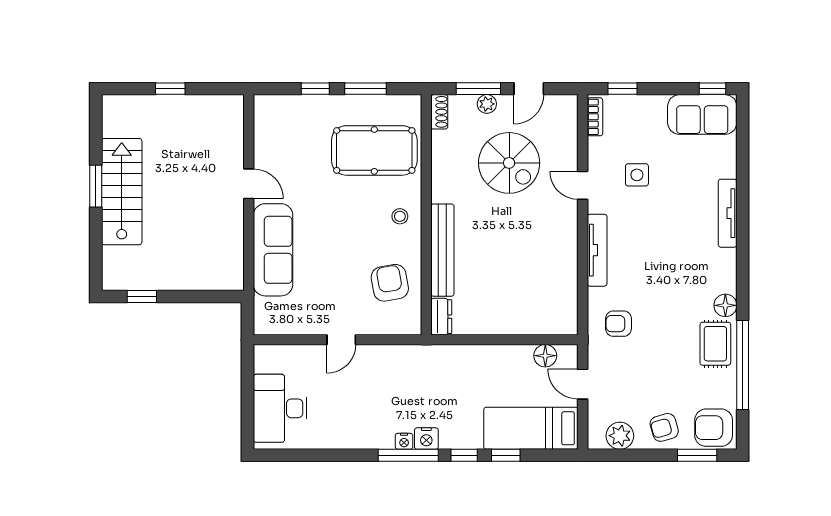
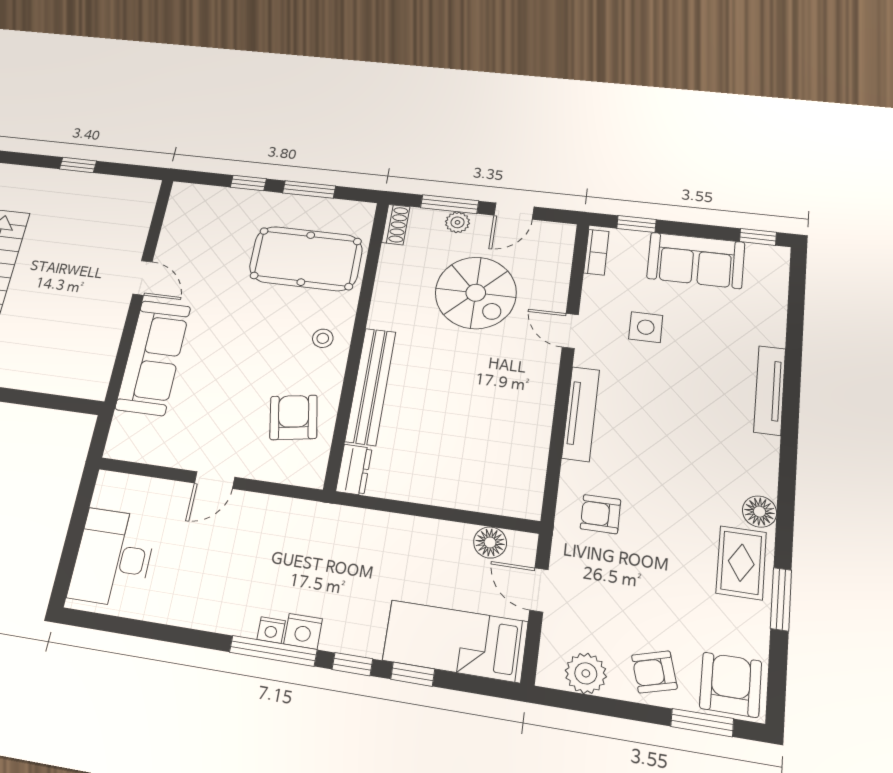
sofa: (702, 114) -> (696, 260), moved
window: (743, 365) -> (781, 599), width x0.47
armchair: (714, 428) -> (731, 685), turned 90

